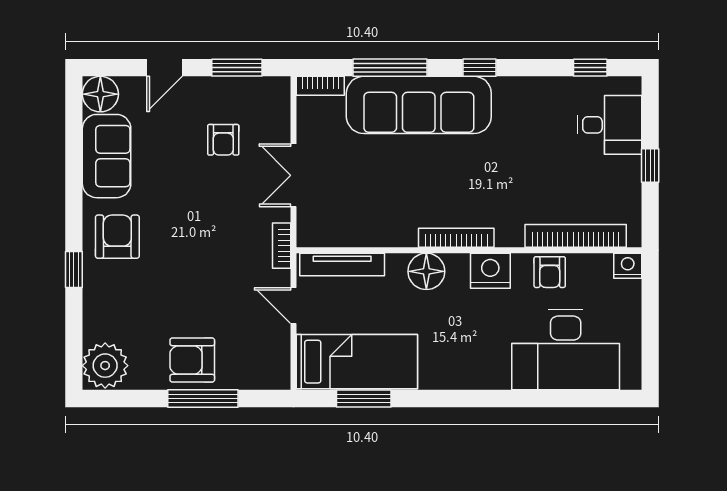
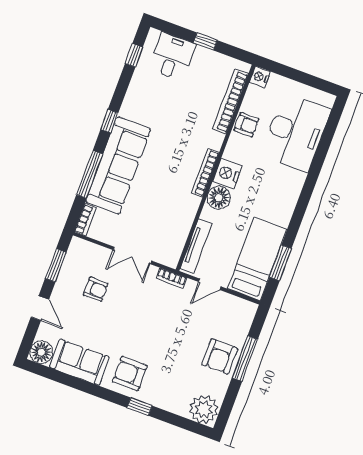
nightstand: (490, 271) -> (227, 174), moved

